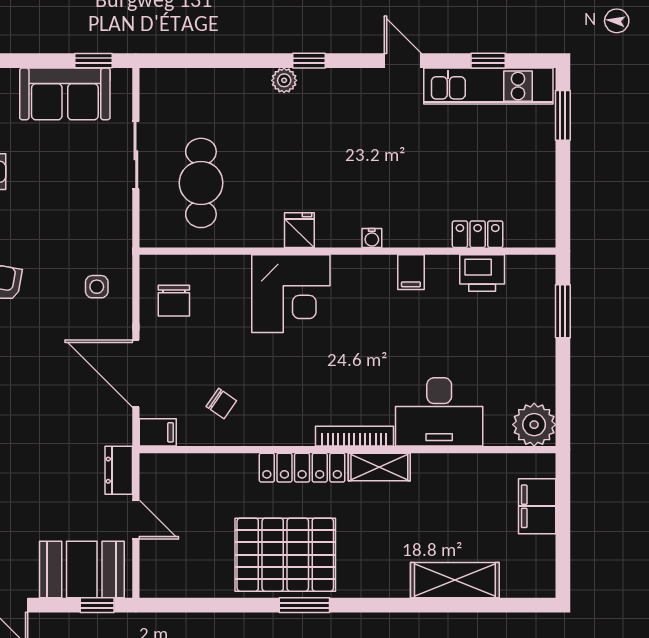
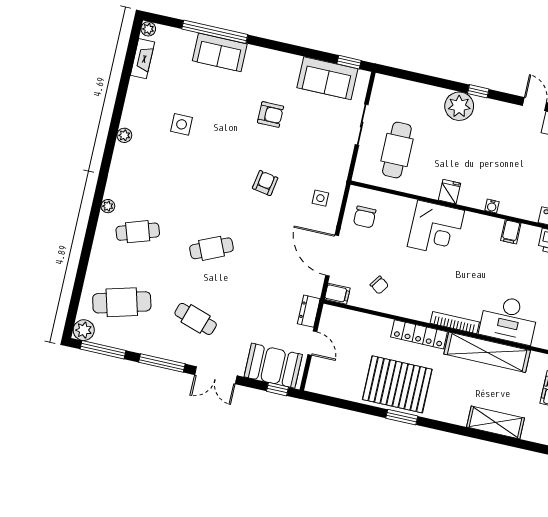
plant: (284, 80) -> (459, 106), width x1.88, depth x1.88
shelving: (379, 467) -> (487, 352), width x2.20, depth x1.33

